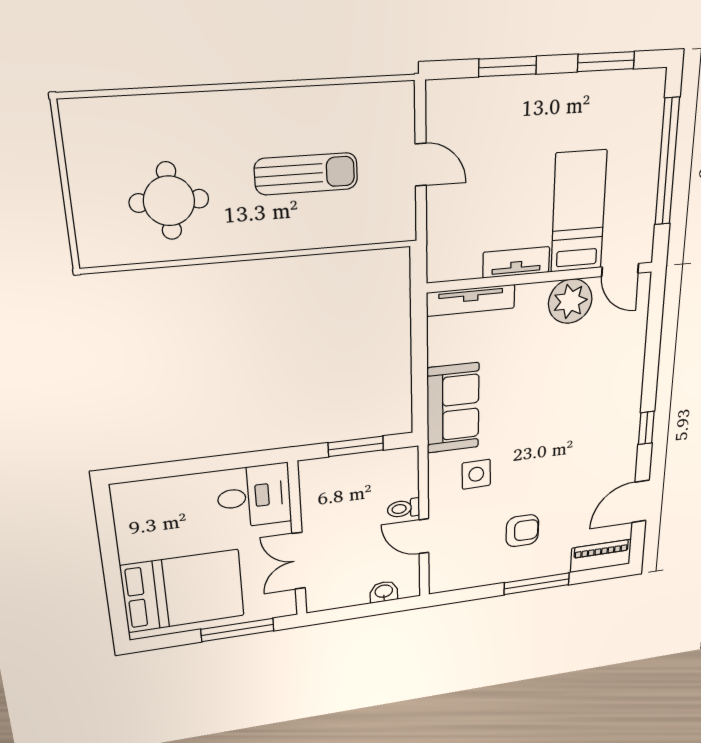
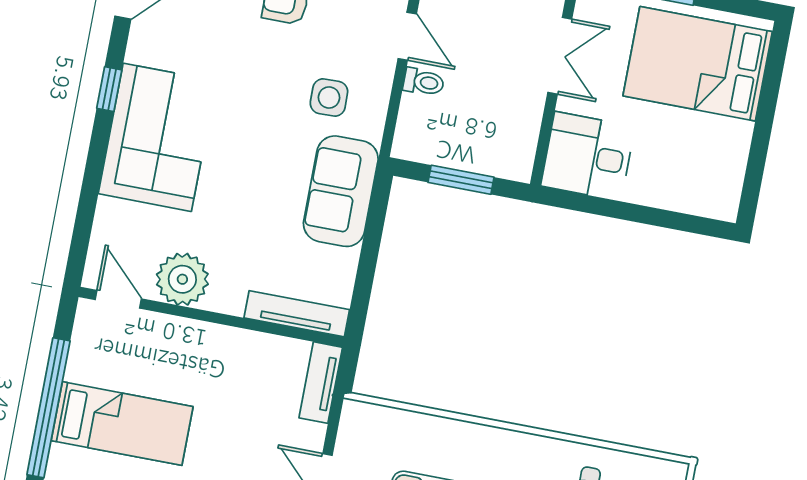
bed: (579, 212) -> (122, 424), moved, turned -90
tv unit: (516, 262) -> (321, 383), moved, turned 90
corner sofa: (605, 404) -> (157, 137), added

